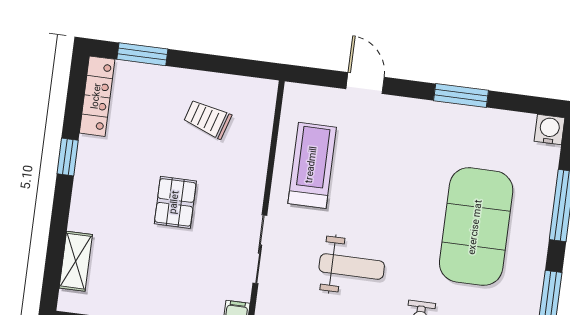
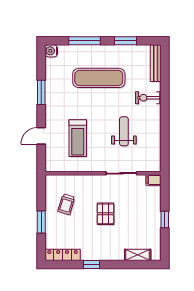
window: (142, 54) -> (41, 222), moved
treadmill: (312, 165) -> (78, 138), moved, turned -90
pallet: (175, 202) -> (106, 214), turned 90
exercise mat: (476, 227) -> (99, 78), width x0.68

